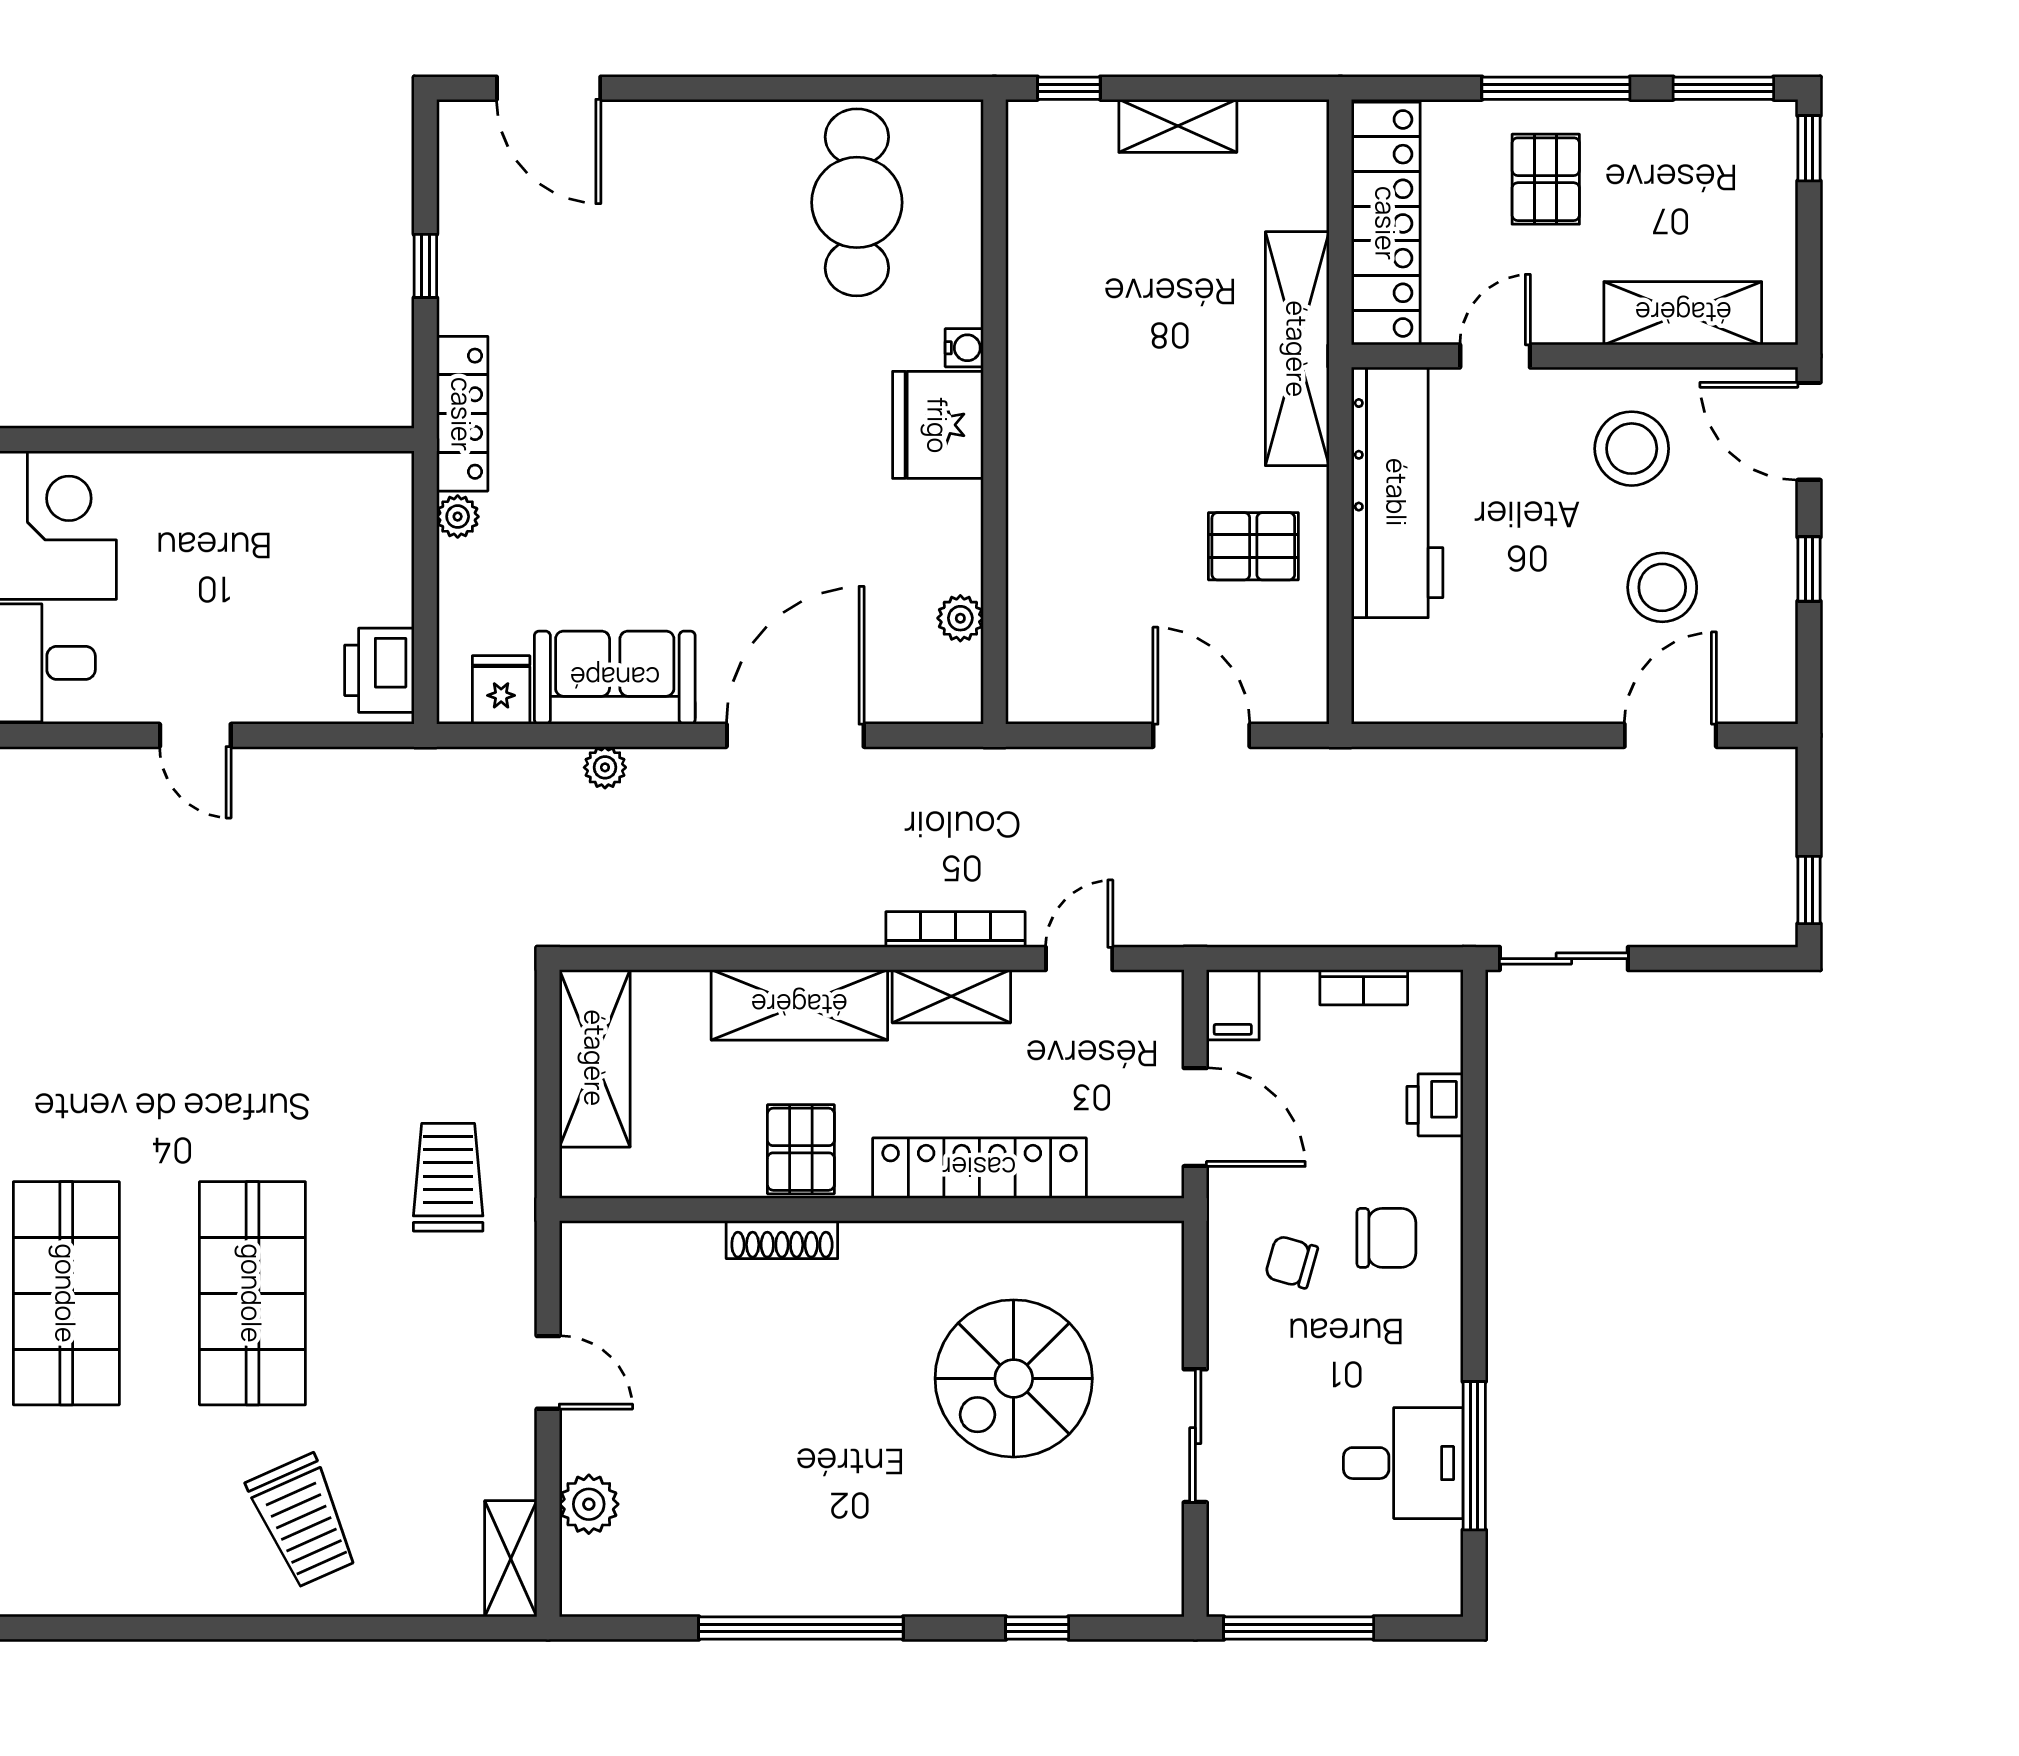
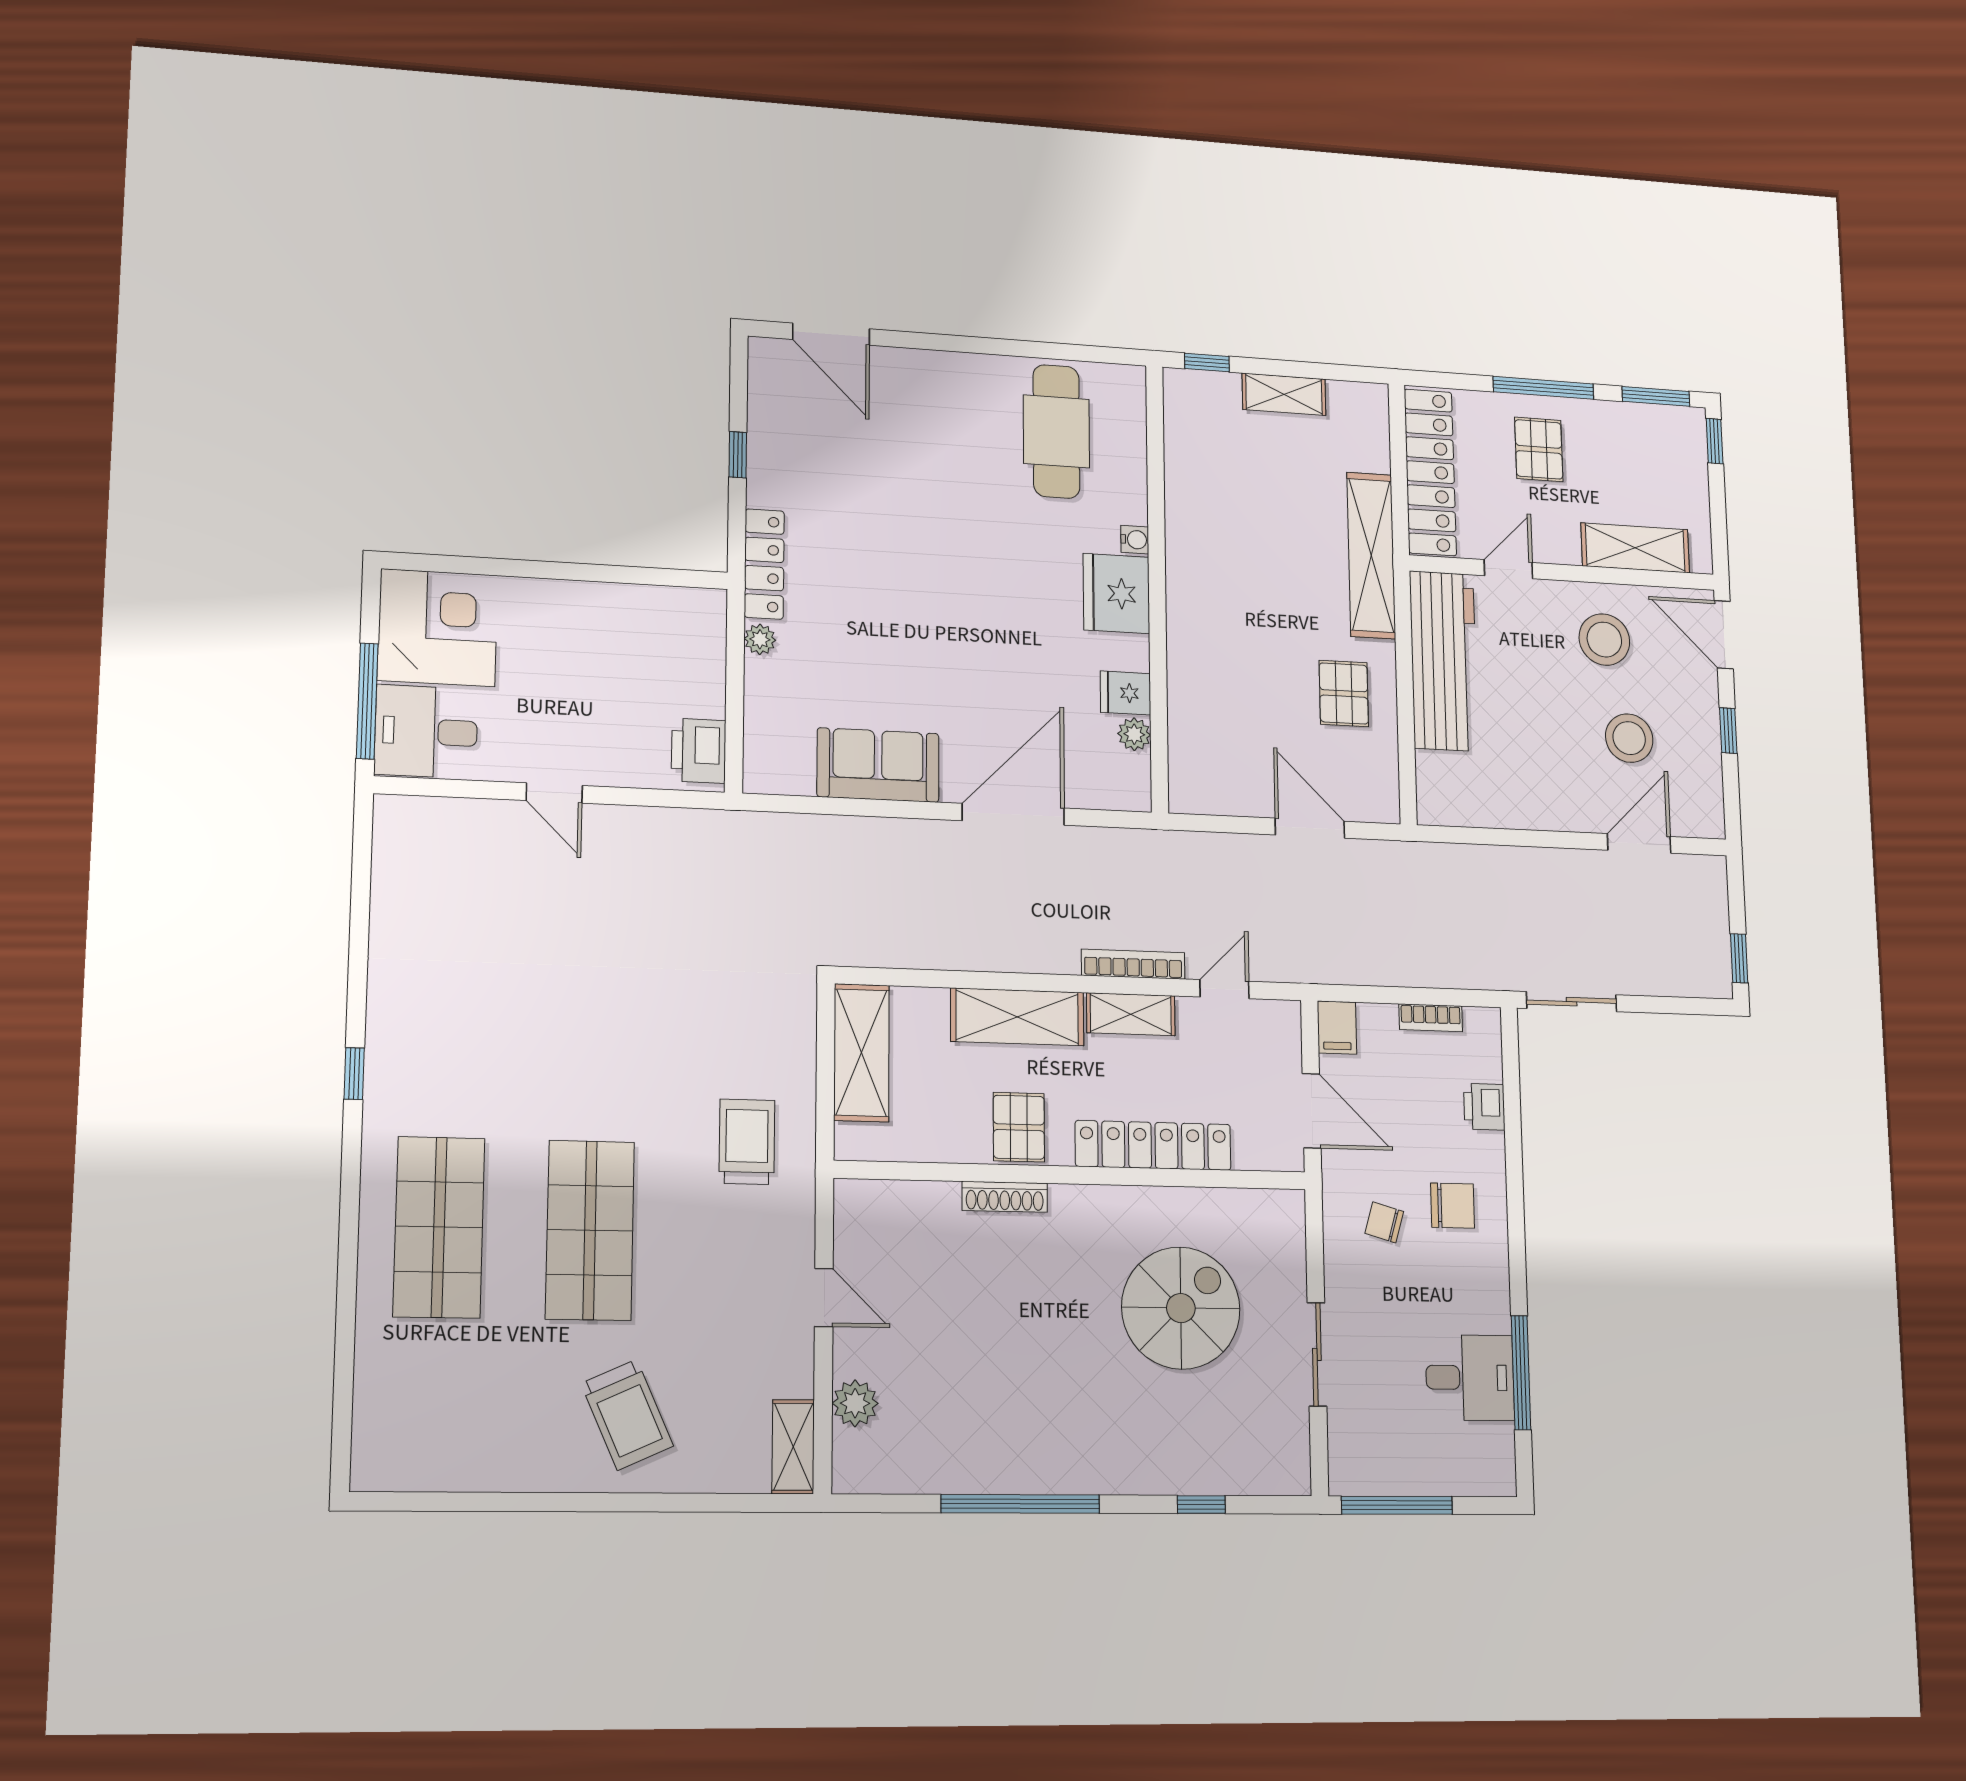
pallet: (1253, 546) -> (1344, 693), turned 90
fridge: (501, 690) -> (1125, 693), moved, turned -90
plant: (605, 767) -> (870, 832), removed
spiral stairs: (1014, 1378) -> (1181, 1308), turned 180

